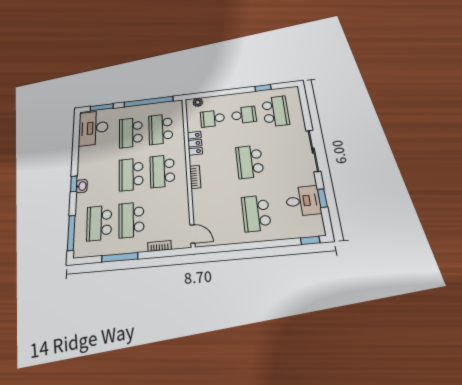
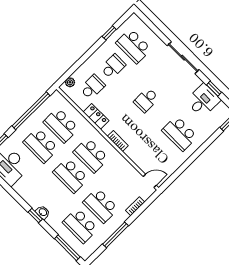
school desk: (275, 111) -> (134, 46), turned 180
school desk: (212, 119) -> (92, 87), turned 180
school desk: (250, 162) -> (146, 100), width x0.54

